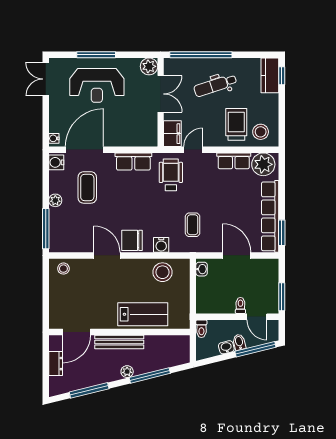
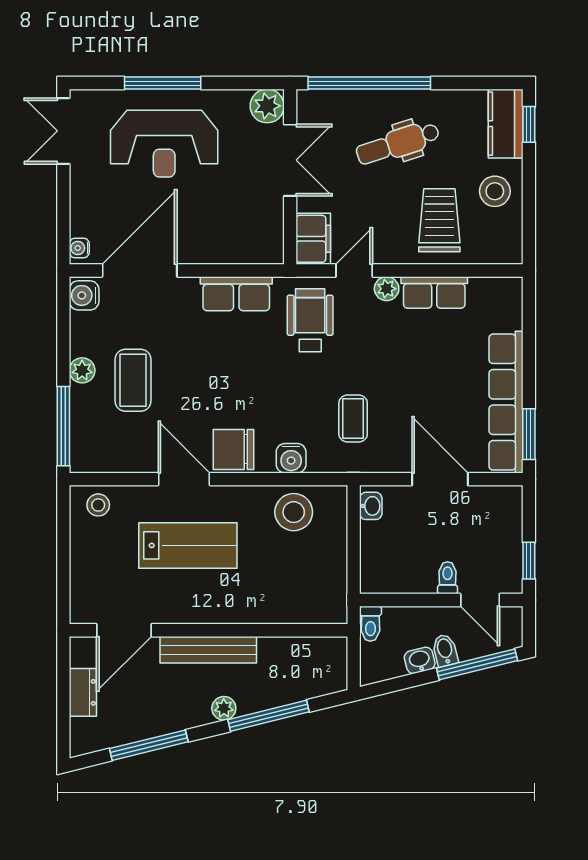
stool: (261, 132) -> (495, 191), moved
plant: (263, 164) -> (387, 289), moved, width x0.53, depth x0.53
coffee table: (87, 187) -> (133, 380), moved
window: (282, 297) -> (529, 561), width x0.67
lab bench: (143, 314) -> (188, 545), moved

